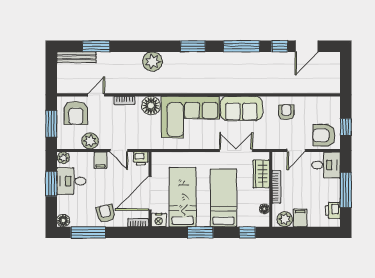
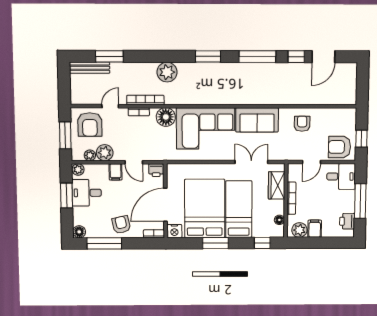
bookcase: (131, 89) -> (145, 100), added
plant: (75, 144) -> (90, 155), added
bed: (183, 197) -> (205, 208), width x1.50

